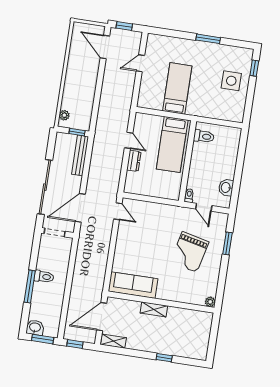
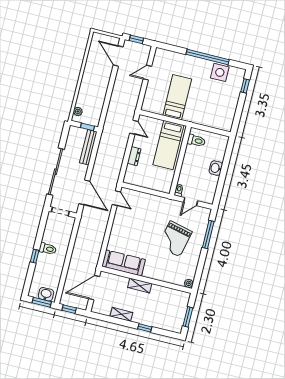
window: (208, 39) -> (208, 57), width x2.11
side table: (231, 81) -> (220, 72), moved
door: (129, 140) -> (134, 127), moved
washbasin: (226, 188) -> (216, 168), moved
door: (204, 207) -> (191, 202), hinge flipped
door: (80, 208) -> (84, 192), swing flipped
window: (227, 243) -> (208, 235), width x1.44
window: (30, 287) -> (35, 256), width x0.46
washbasin: (35, 328) -> (46, 294), moved
window: (213, 340) -> (188, 317), added
shelving: (113, 341) -> (121, 314), moved

